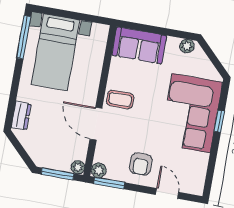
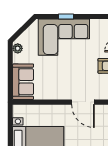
coffee table: (120, 99) -> (63, 88), removed
door: (96, 124) -> (83, 102), hinge flipped

